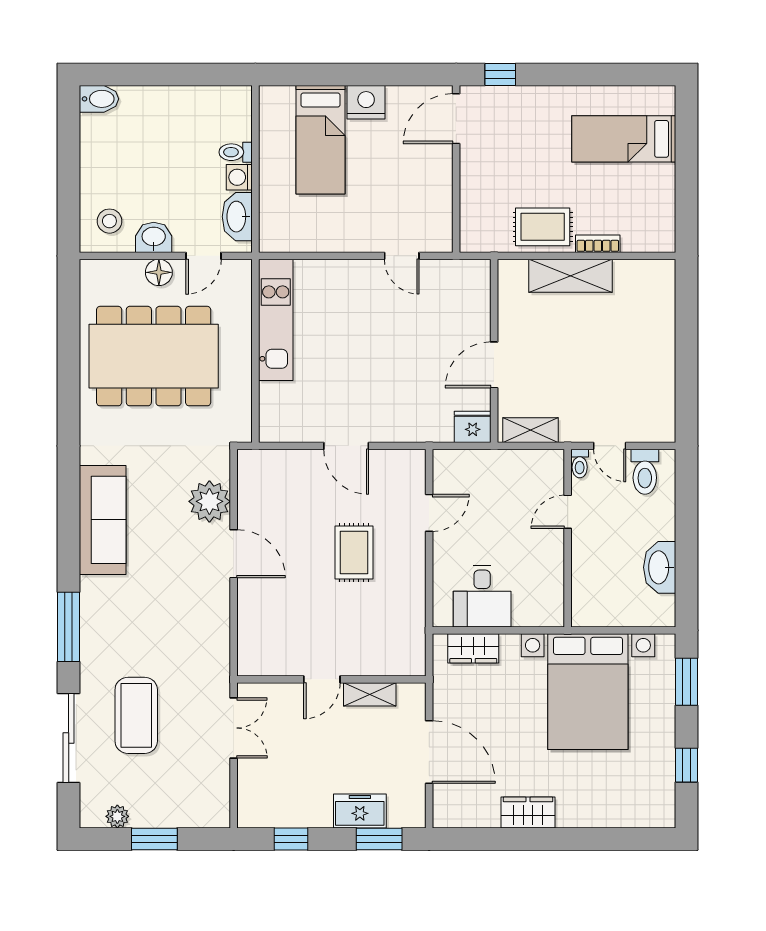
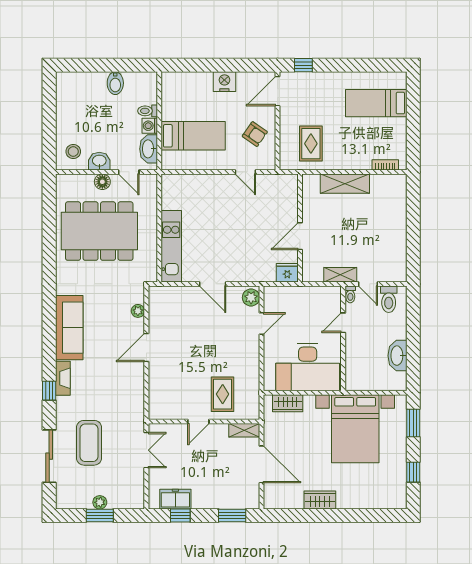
bidet: (99, 99) -> (115, 83), moved, turned 90
bed: (321, 140) -> (193, 136), moved, turned -90
armchair: (418, 191) -> (255, 134), added
rug: (543, 227) -> (311, 144), moved, turned 90
bookcase: (598, 244) -> (385, 165), moved
door: (204, 256) -> (129, 172), hinge flipped
kitchen unit: (276, 320) -> (171, 246), moved
shelving: (530, 430) -> (340, 275), moved
plant: (411, 469) -> (251, 298), added
plant: (209, 501) -> (138, 311), width x0.53, depth x0.53
rug: (354, 552) -> (223, 394), moved
door: (234, 554) -> (146, 347), swing flipped
desk: (482, 596) -> (308, 367), width x1.87, depth x1.30
fireplace: (92, 606) -> (63, 378), added
window: (69, 627) -> (49, 391), width x0.46
shelving: (370, 694) -> (244, 430), moved
freezer: (360, 811) -> (175, 499), moved
plant: (117, 816) -> (100, 502), moved

